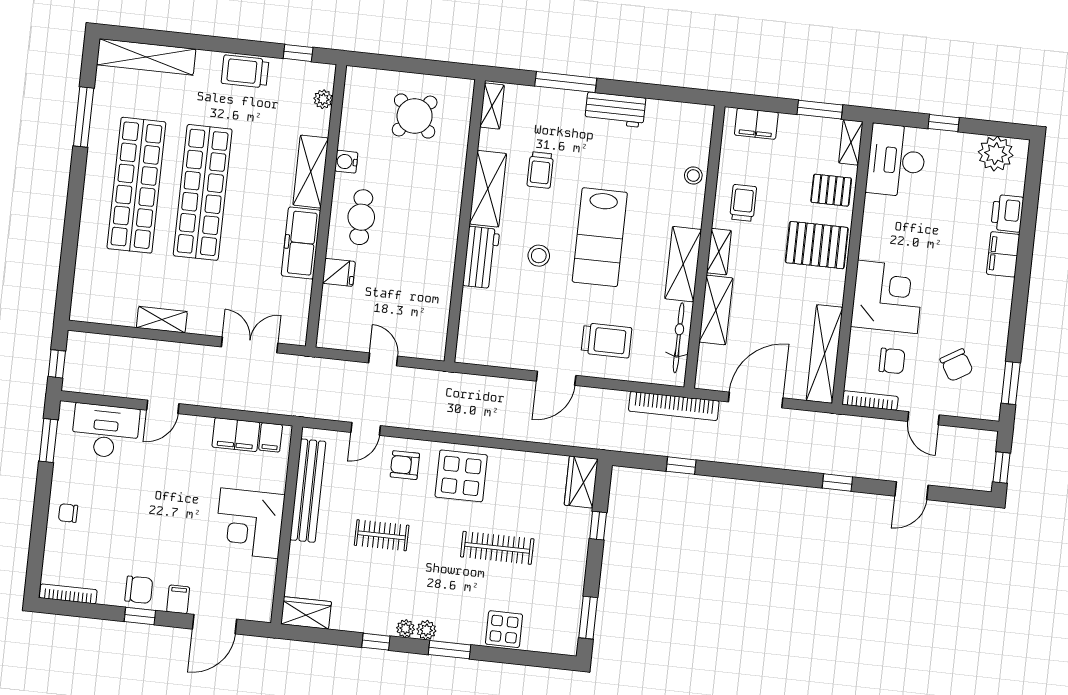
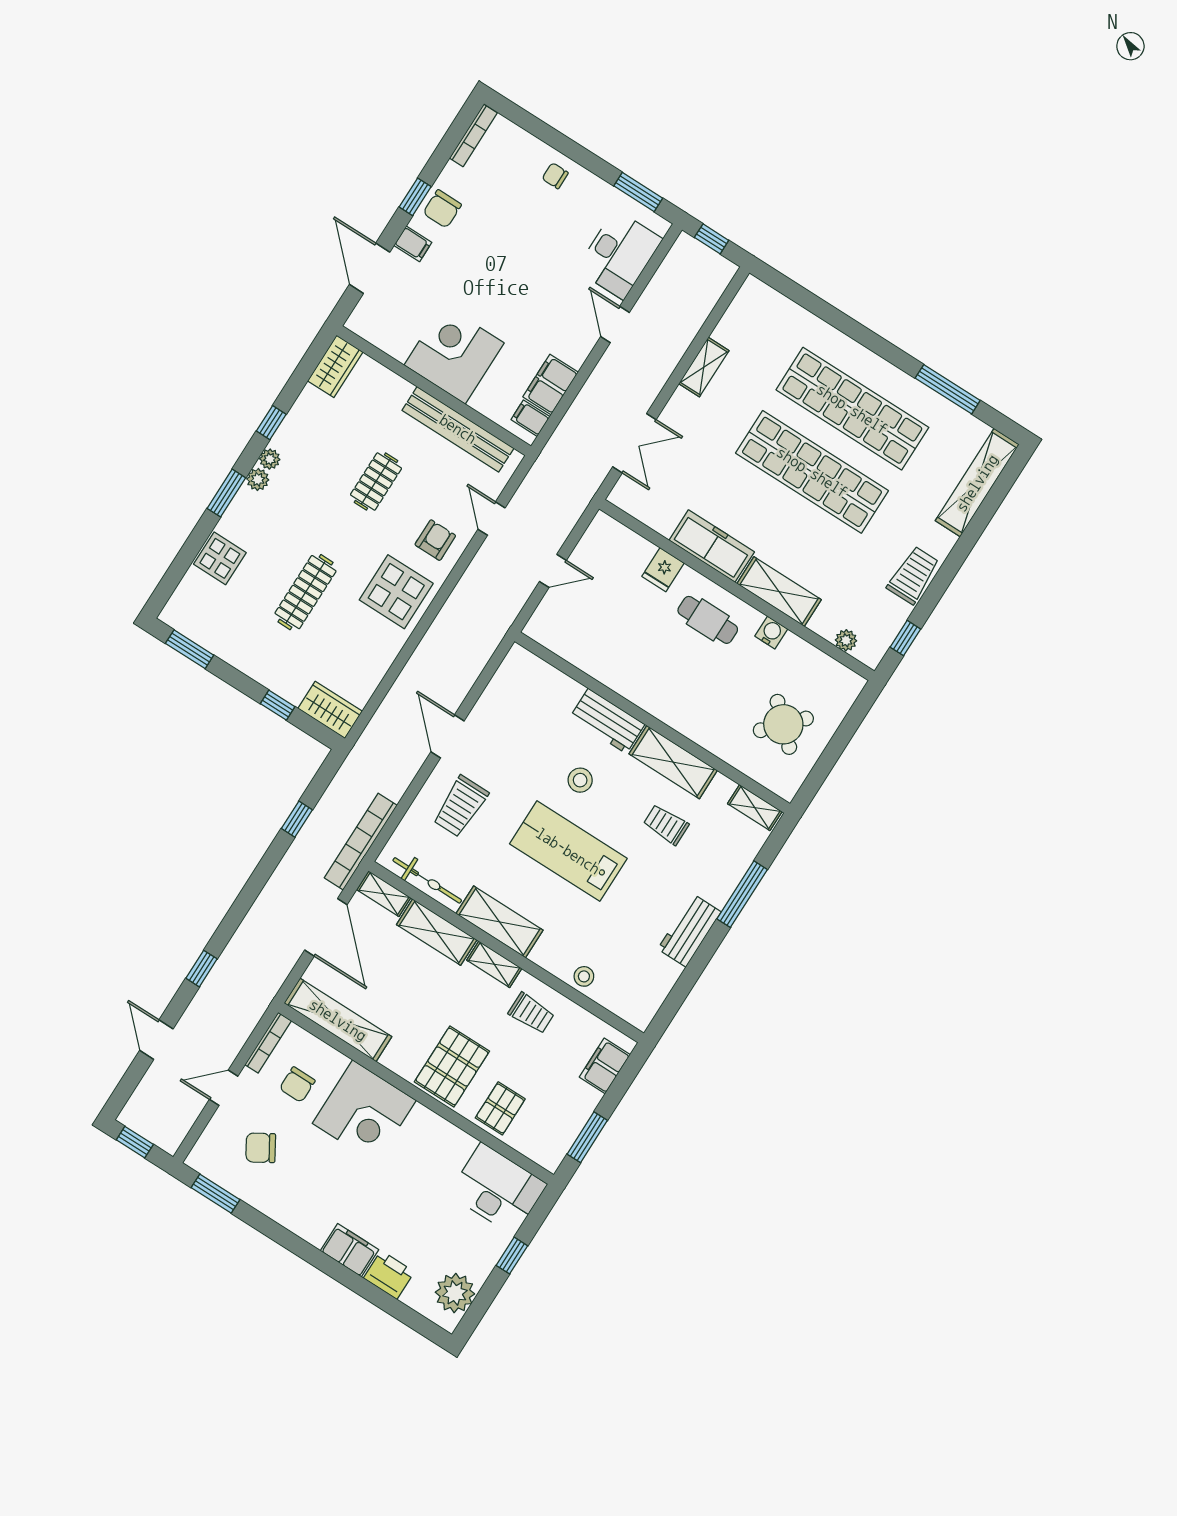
shelving: (851, 142) -> (384, 894), moved
chair: (68, 513) -> (555, 176), turned -90

